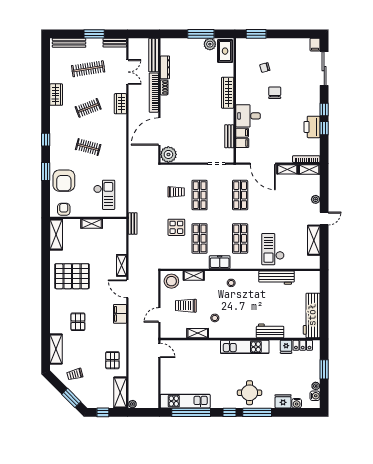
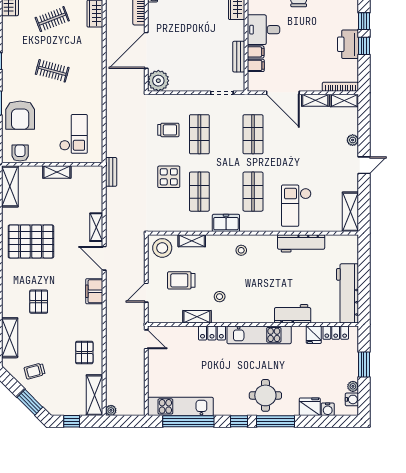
shelving: (314, 240) -> (350, 212), moved
locker: (209, 345) -> (212, 333), added

